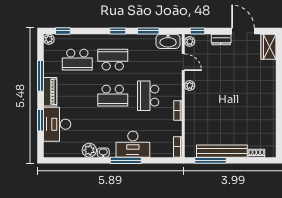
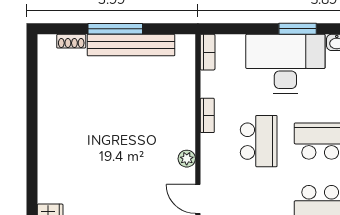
desk: (133, 144) -> (285, 64), width x1.36, depth x1.30
window: (126, 160) -> (298, 29), width x0.69
window: (210, 160) -> (115, 29), moved

